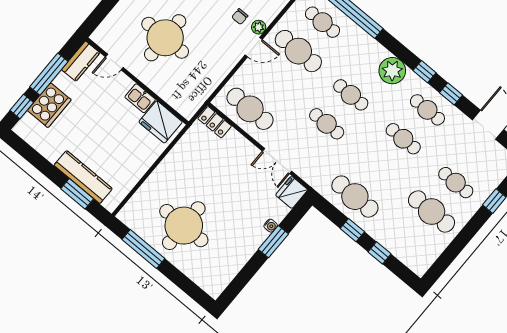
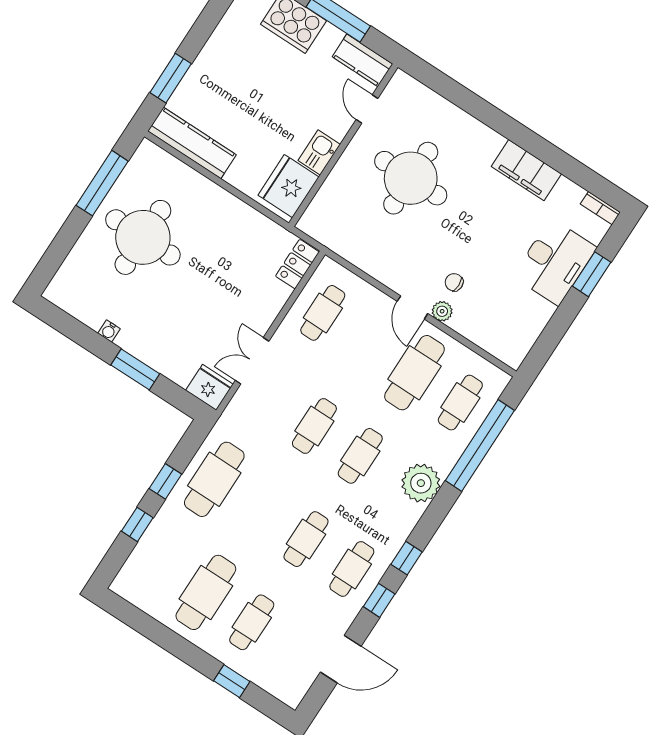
plant: (392, 71) -> (421, 483), moved
cafe table: (250, 109) -> (323, 313), width x0.73, depth x0.74
kitchen counter: (83, 177) -> (192, 143), moved, turned -90
water cooler: (271, 226) -> (109, 331), moved

